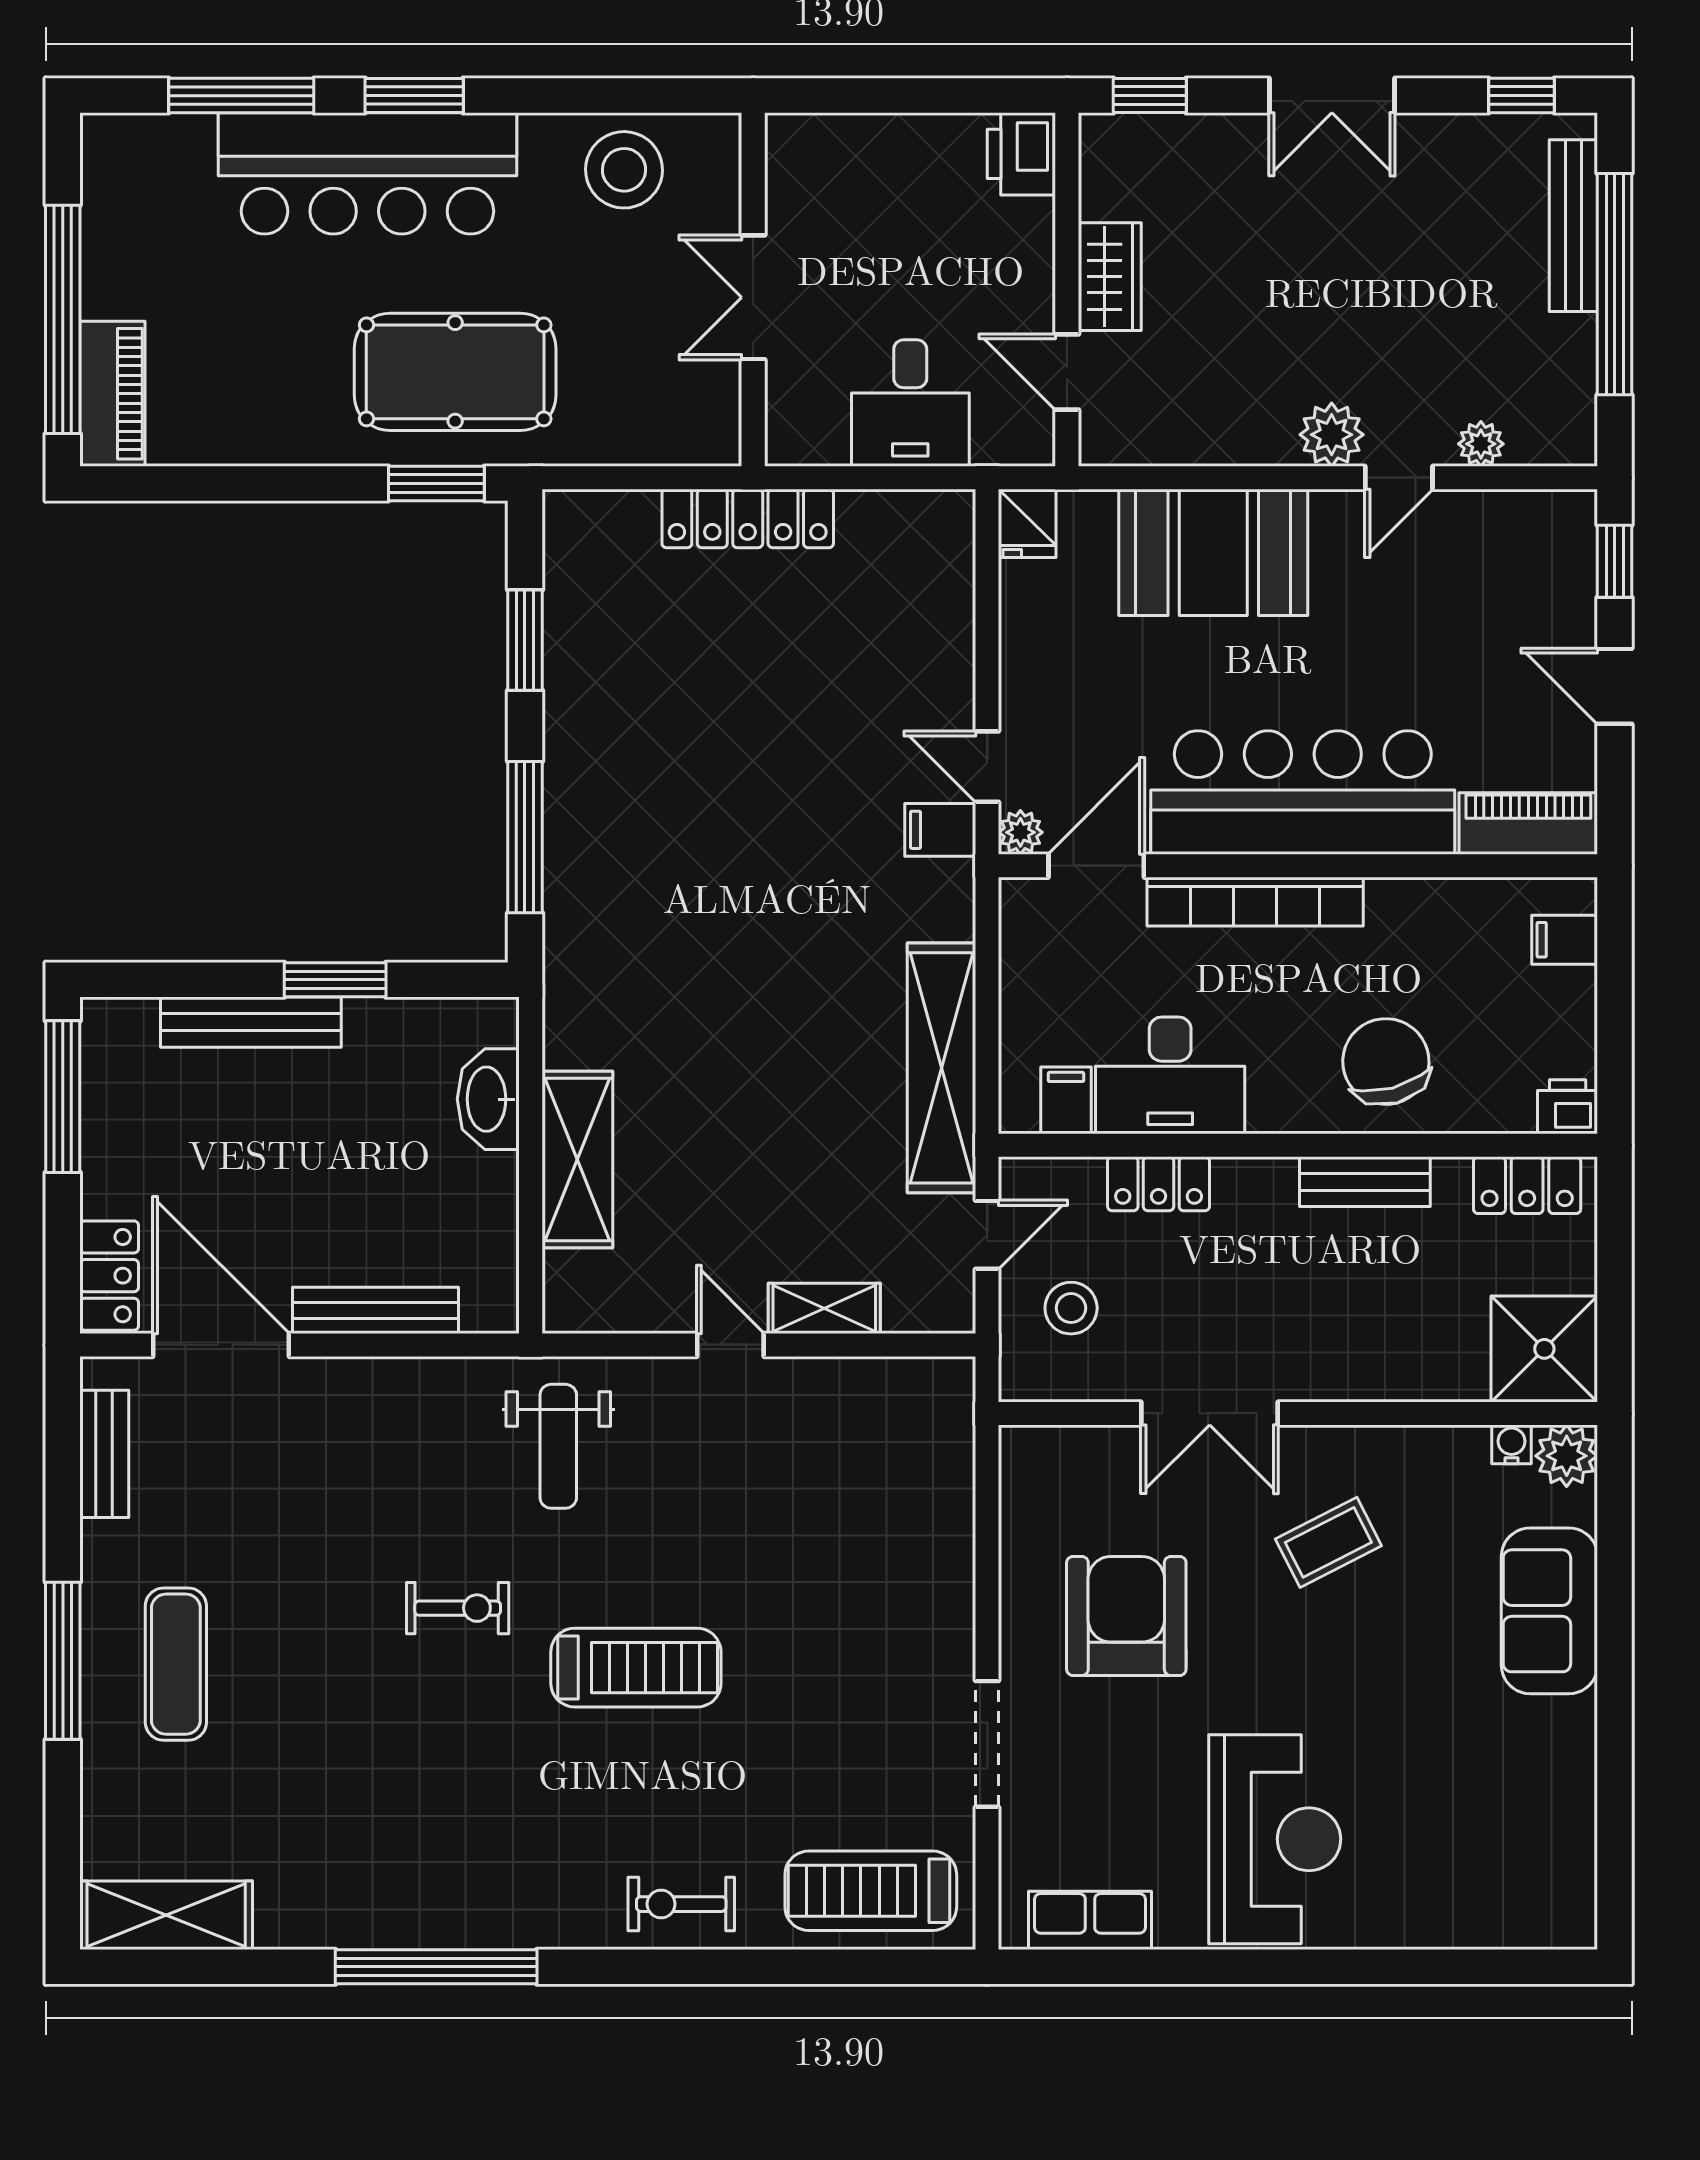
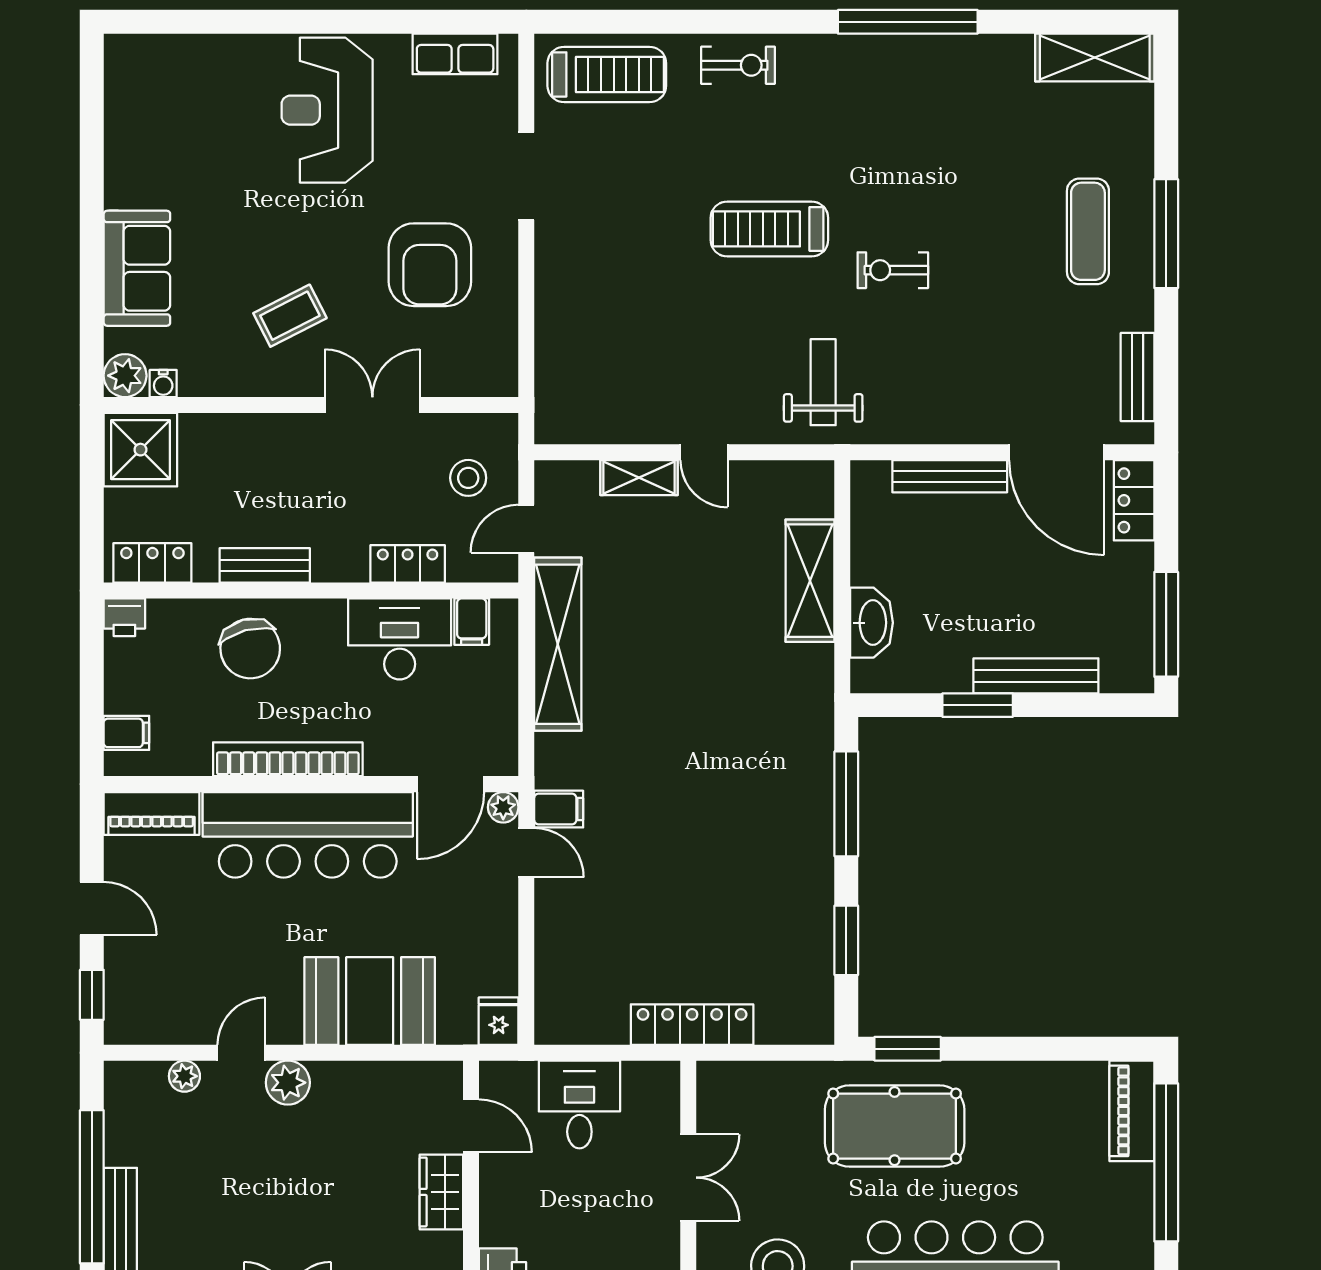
bookcase: (1255, 902) -> (288, 759), moved

